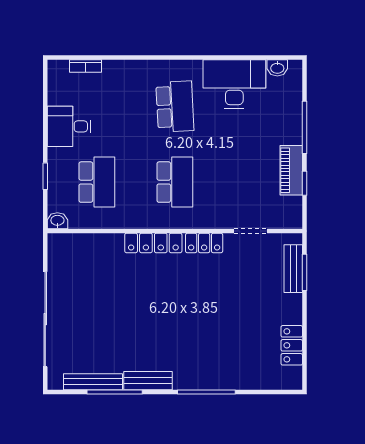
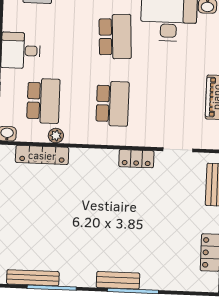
plant: (113, 221) -> (56, 136), added
locker: (153, 243) -> (42, 155), moved
bench: (148, 381) -> (118, 280), moved

